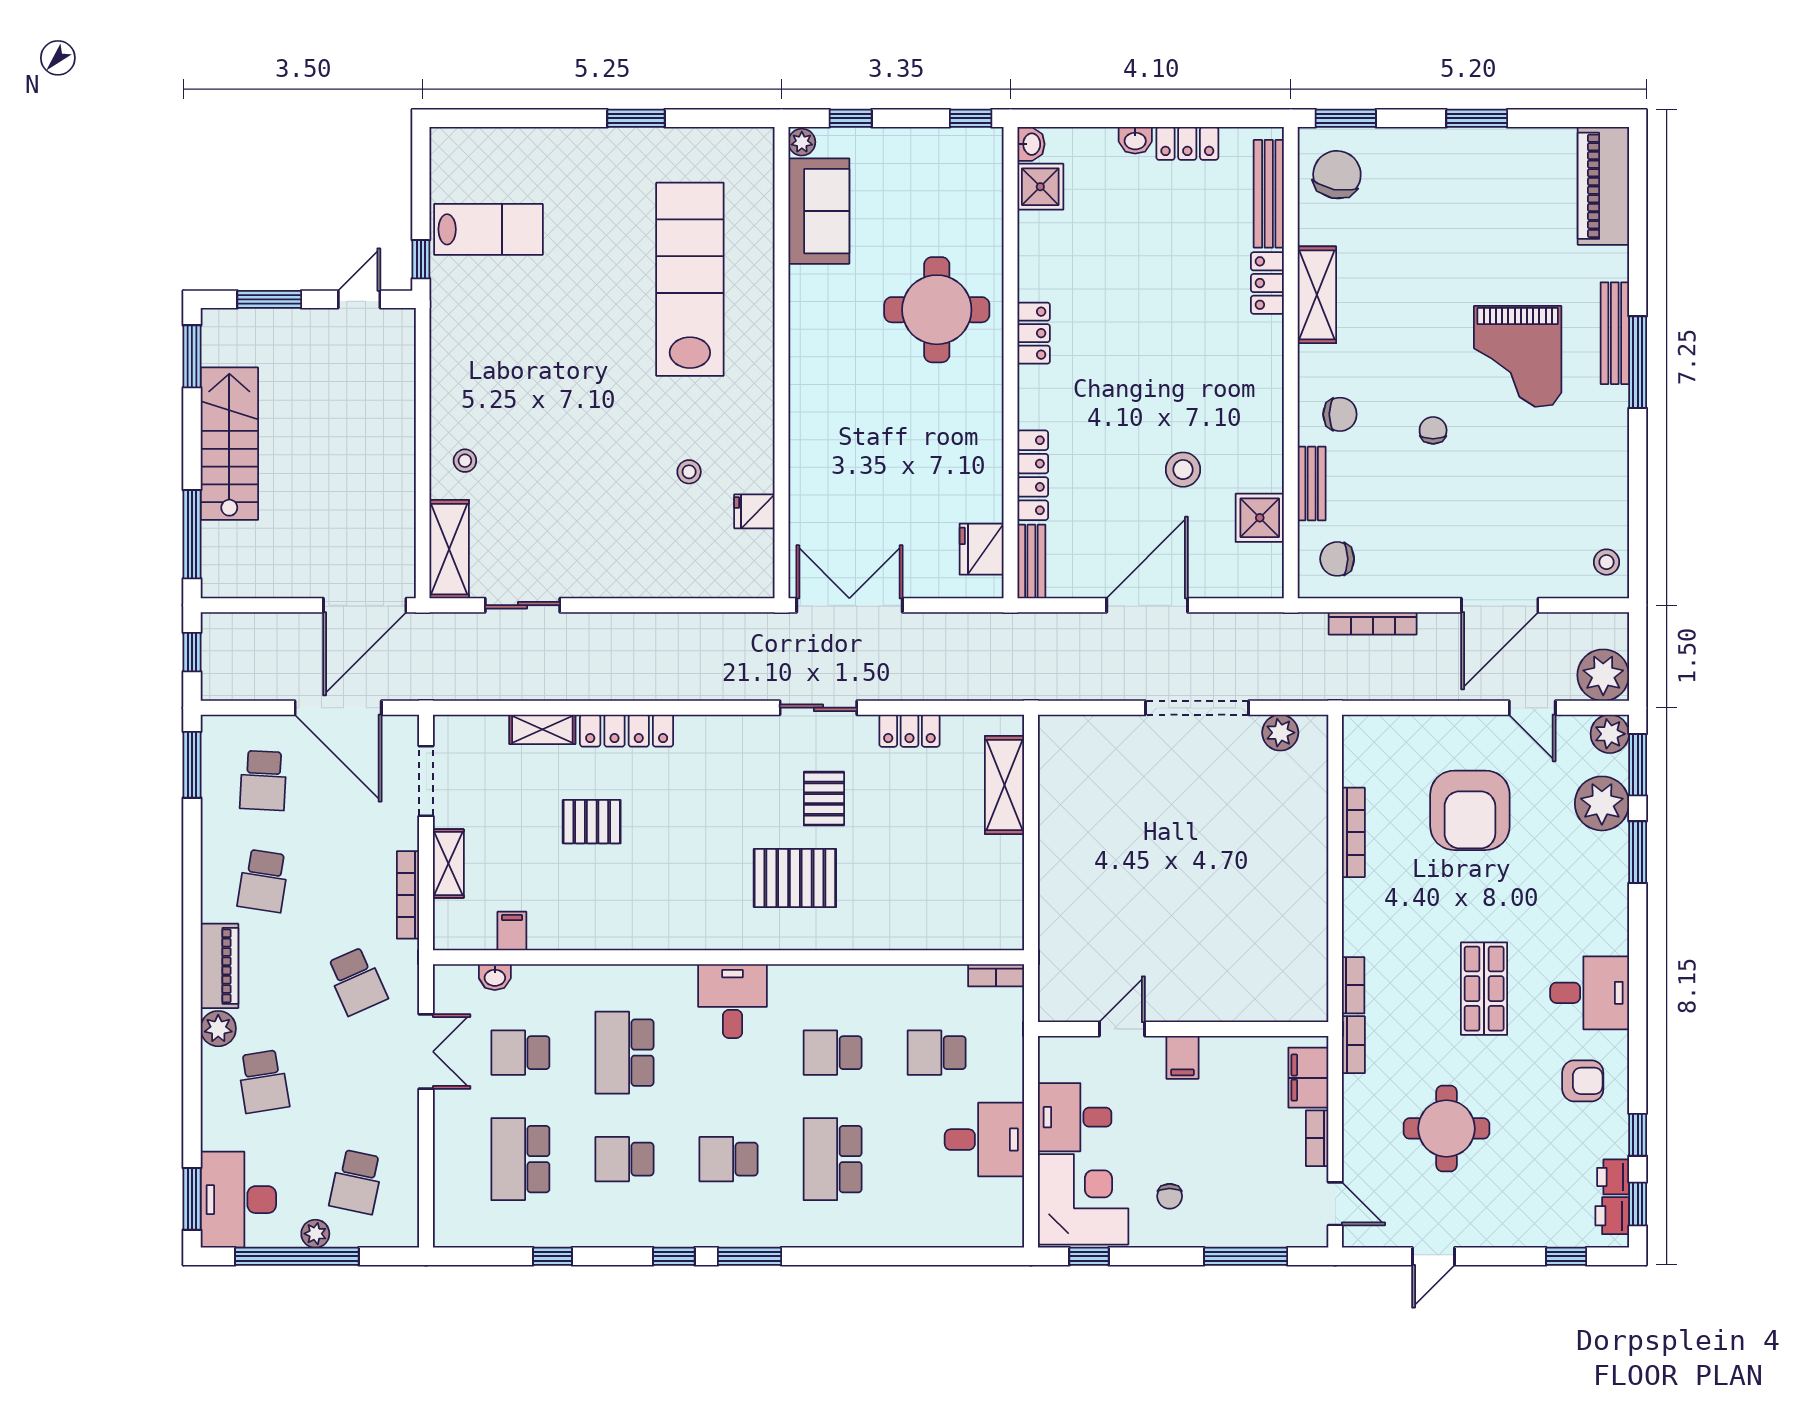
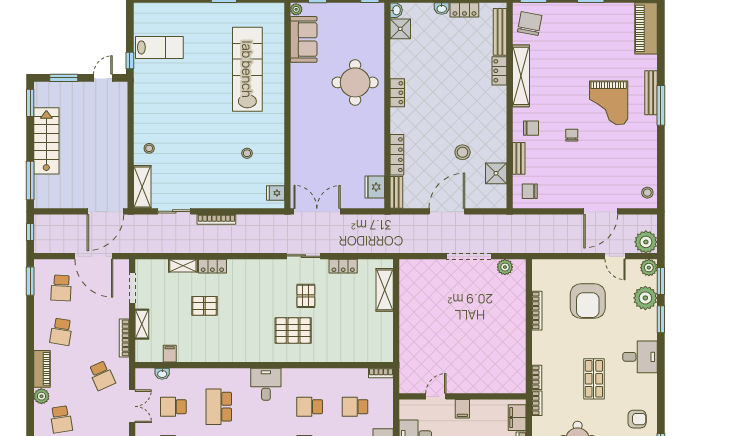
shelving: (1317, 295) -> (521, 76), width x1.47
fridge: (754, 511) -> (275, 193), moved
bookcase: (1373, 623) -> (216, 219), moved
locker: (627, 731) -> (212, 266), width x0.66
desk: (1590, 993) -> (640, 357), moved

